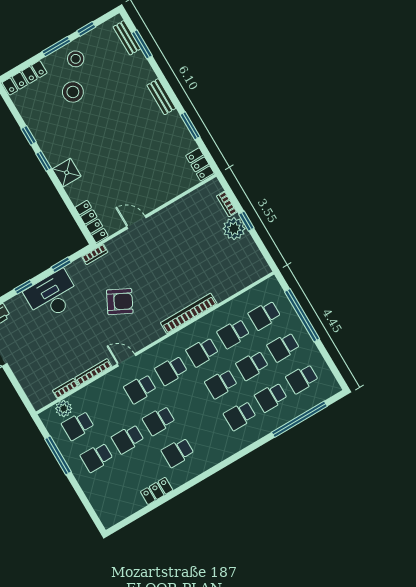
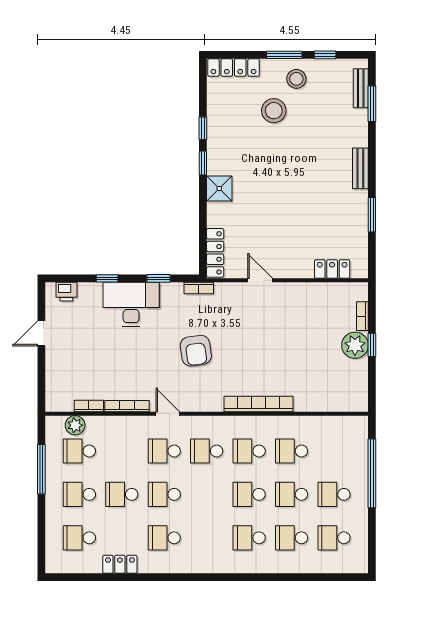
locker: (200, 164) -> (332, 269), moved, turned 90
armchair: (120, 302) -> (196, 351), turned 55
school desk: (264, 315) -> (79, 538), moved
window: (299, 419) -> (307, 577), removed

